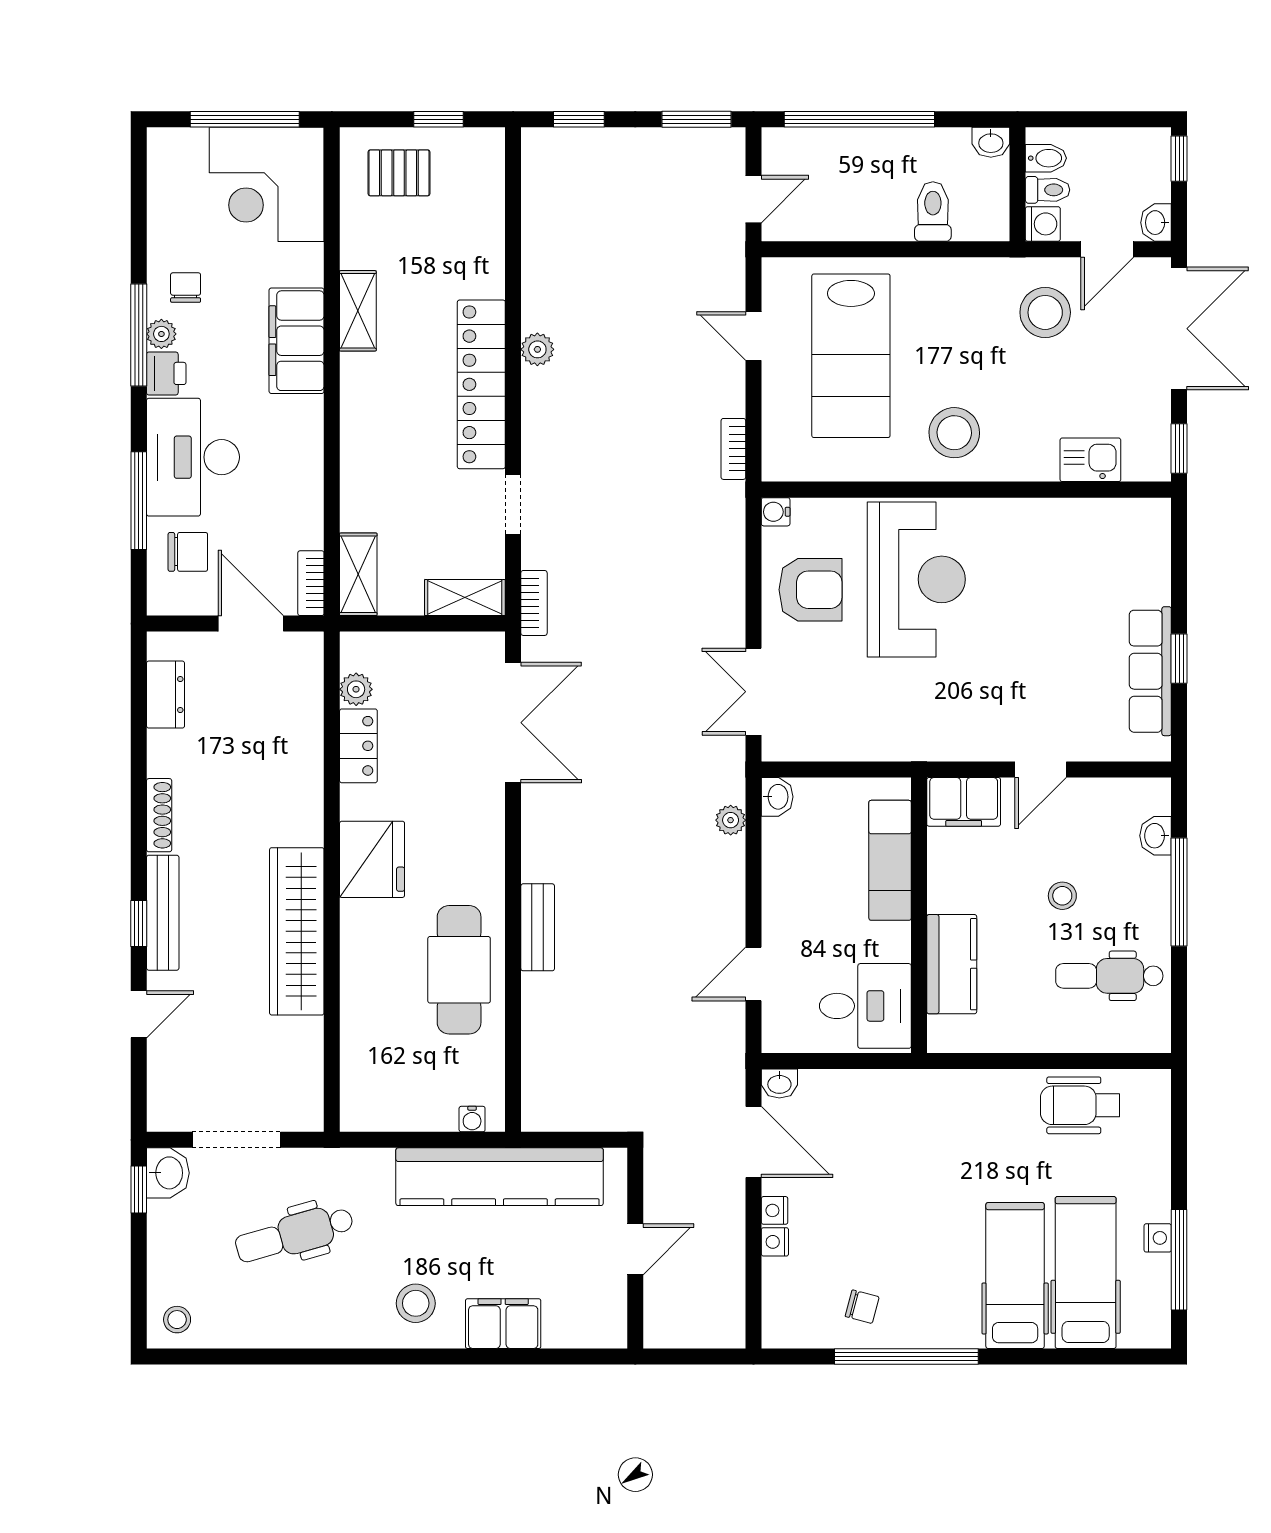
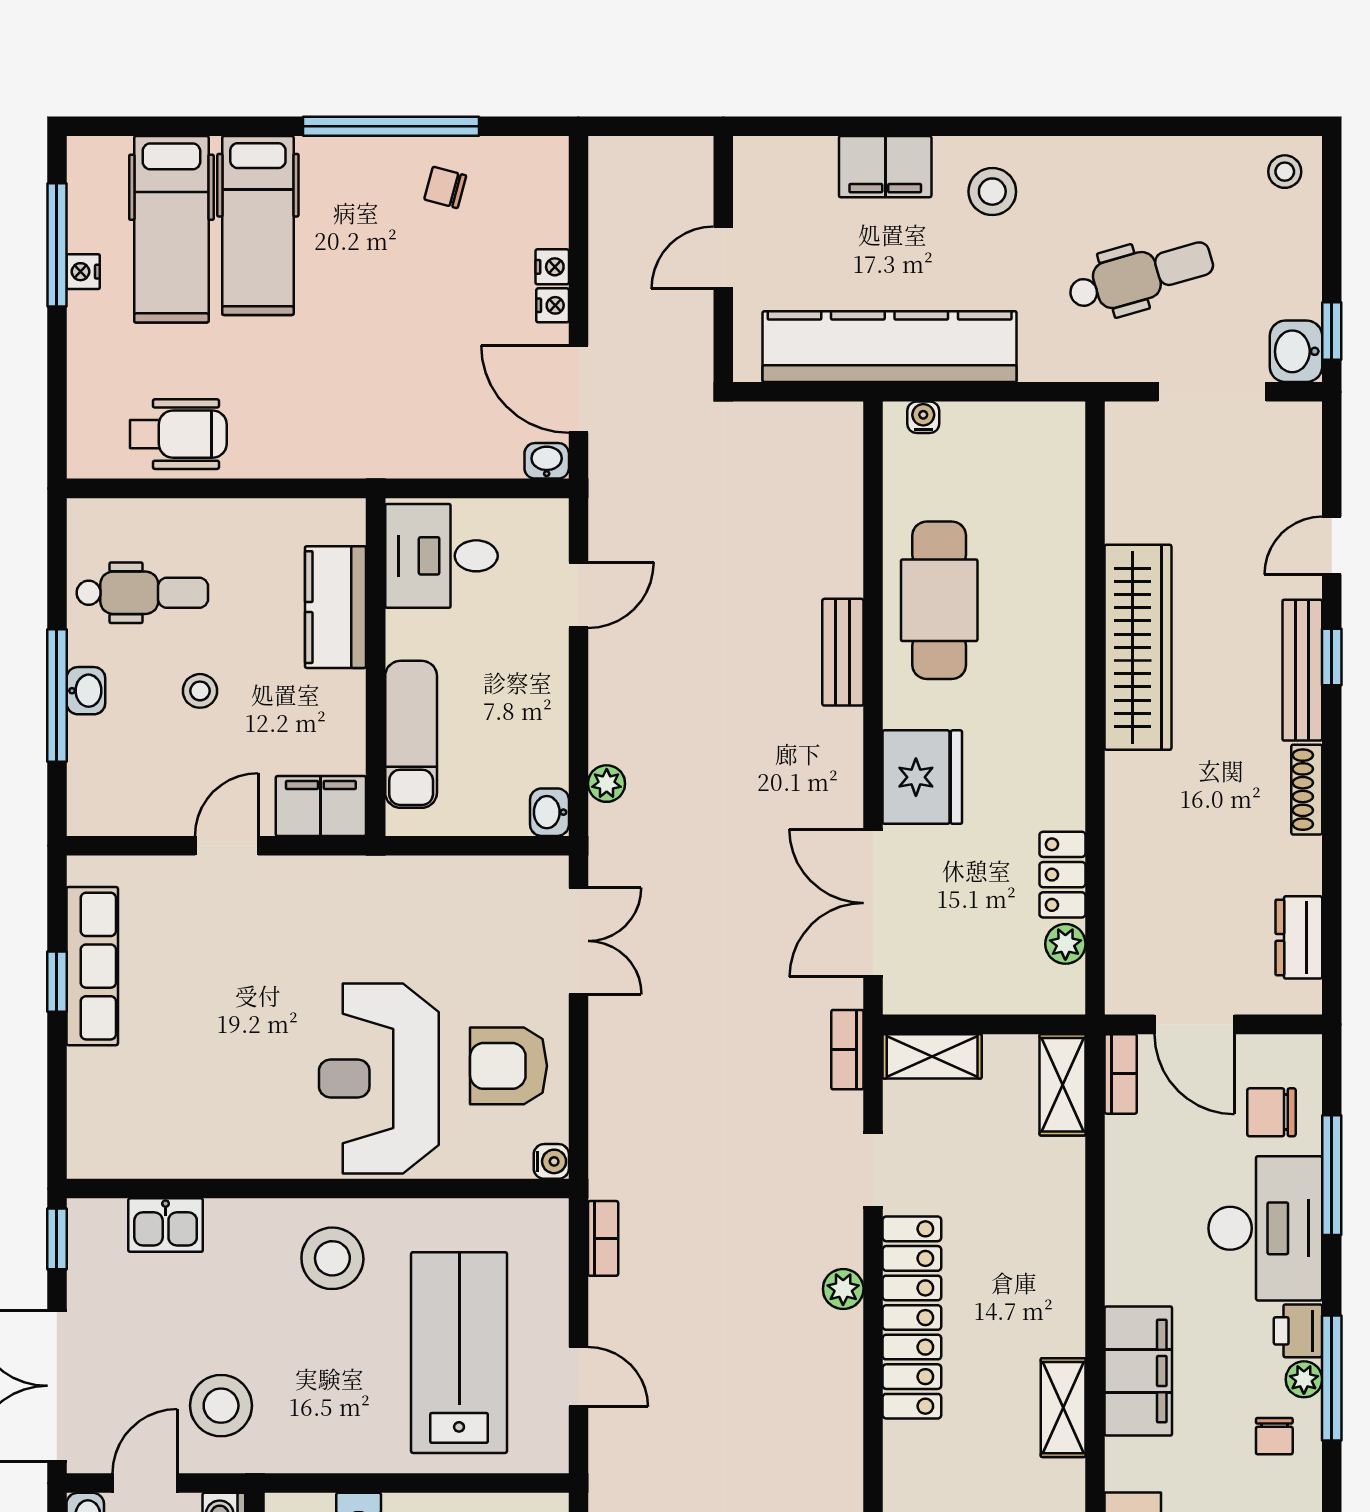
plant: (537, 349) -> (843, 1289), moved
washbasin: (1155, 836) -> (86, 691), moved
fridge: (372, 859) -> (922, 777), moved, turned 180

